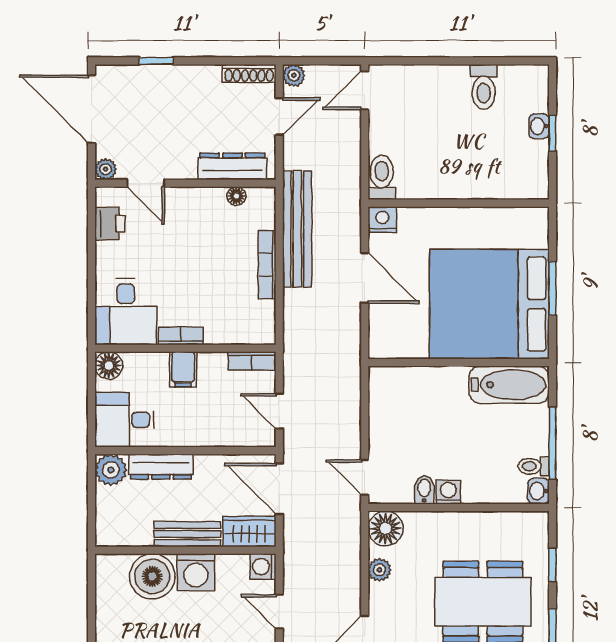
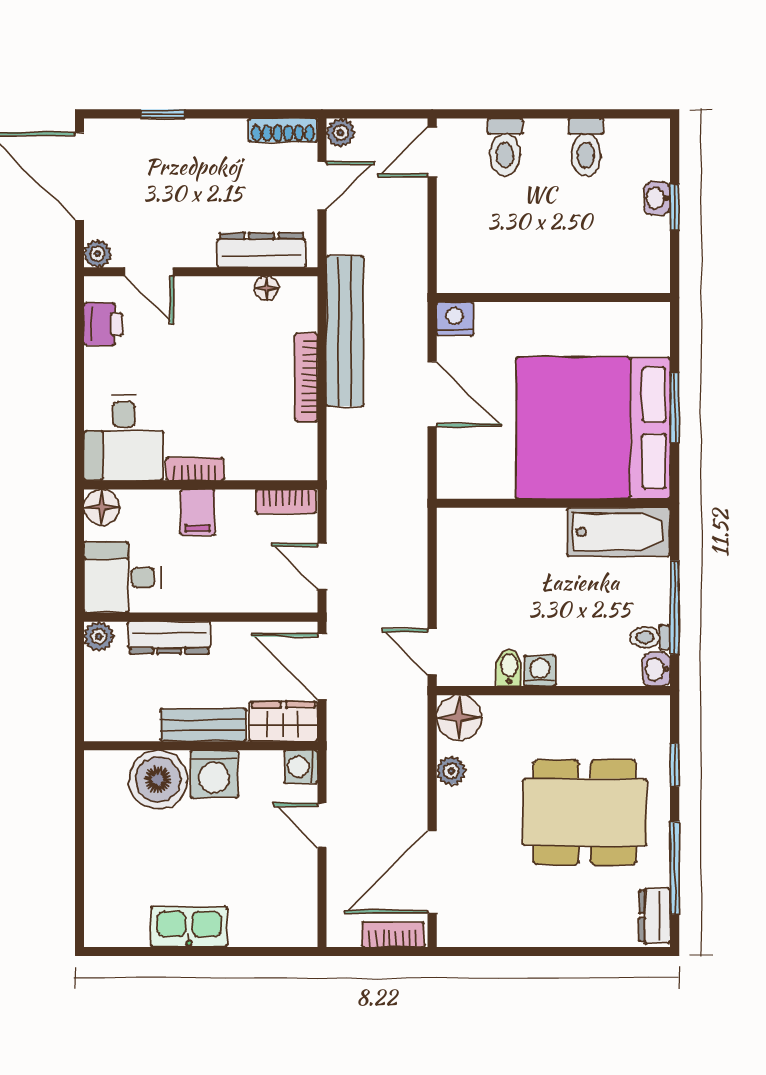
toilet: (382, 177) -> (505, 147), moved, turned 180
plant: (111, 470) -> (99, 636), width x0.73, depth x0.73

